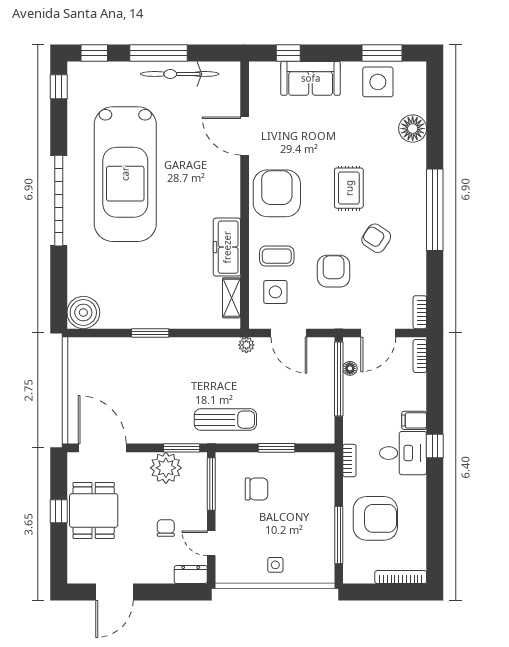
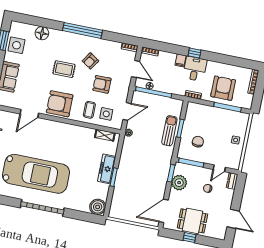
freezer: (227, 247) -> (107, 169), moved, turned 90
sun lounger: (225, 420) -> (169, 131), moved

